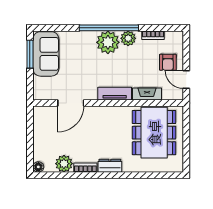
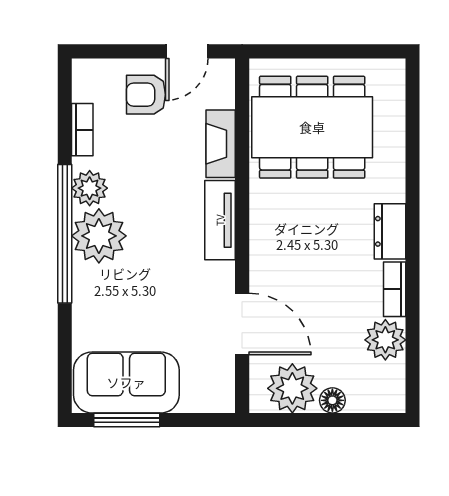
armchair: (168, 62) -> (146, 95), turned 180
plant: (43, 124) -> (292, 388), added
floor lamp: (38, 167) -> (332, 400), moved

